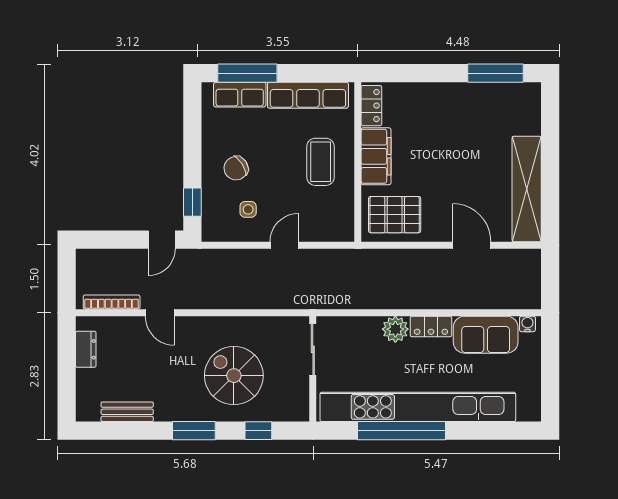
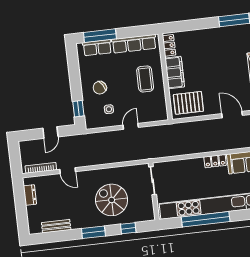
door: (162, 240) -> (50, 133), moved
plant: (395, 329) -> (196, 165), removed

